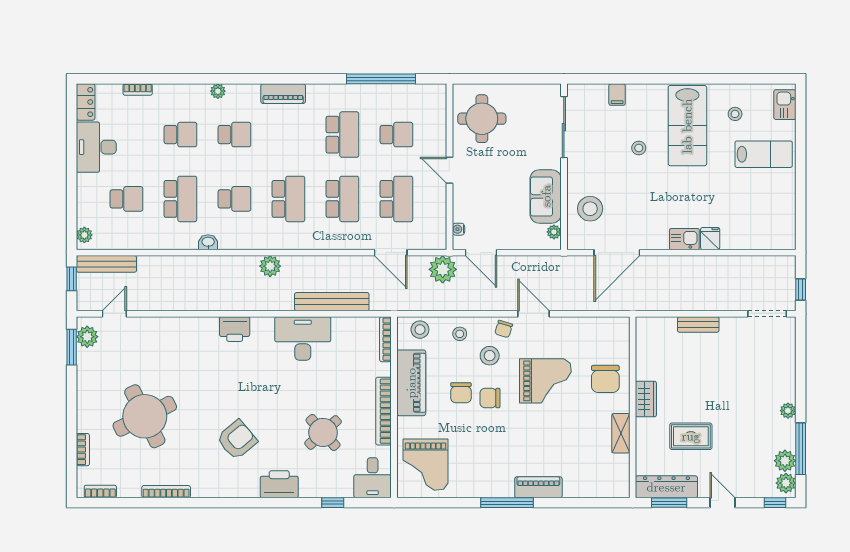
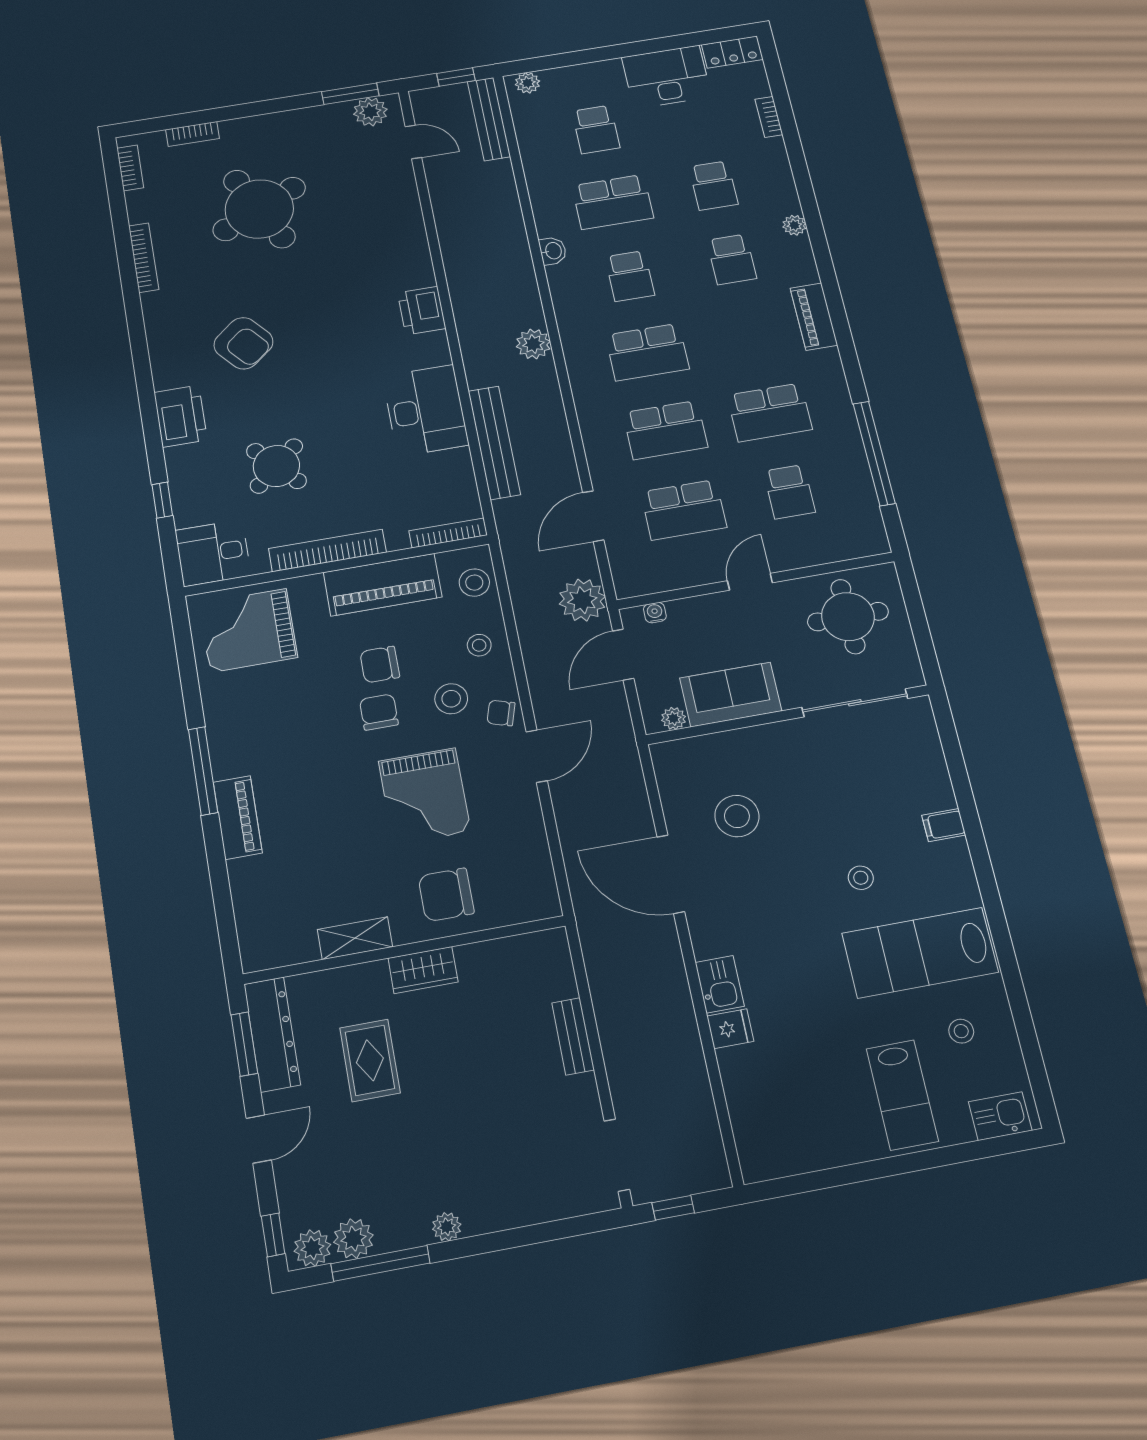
sliding door: (564, 127) -> (855, 703), moved
wall: (564, 167) -> (788, 715), moved
sofa: (546, 196) -> (731, 694), moved
plant: (554, 232) -> (674, 718), moved

